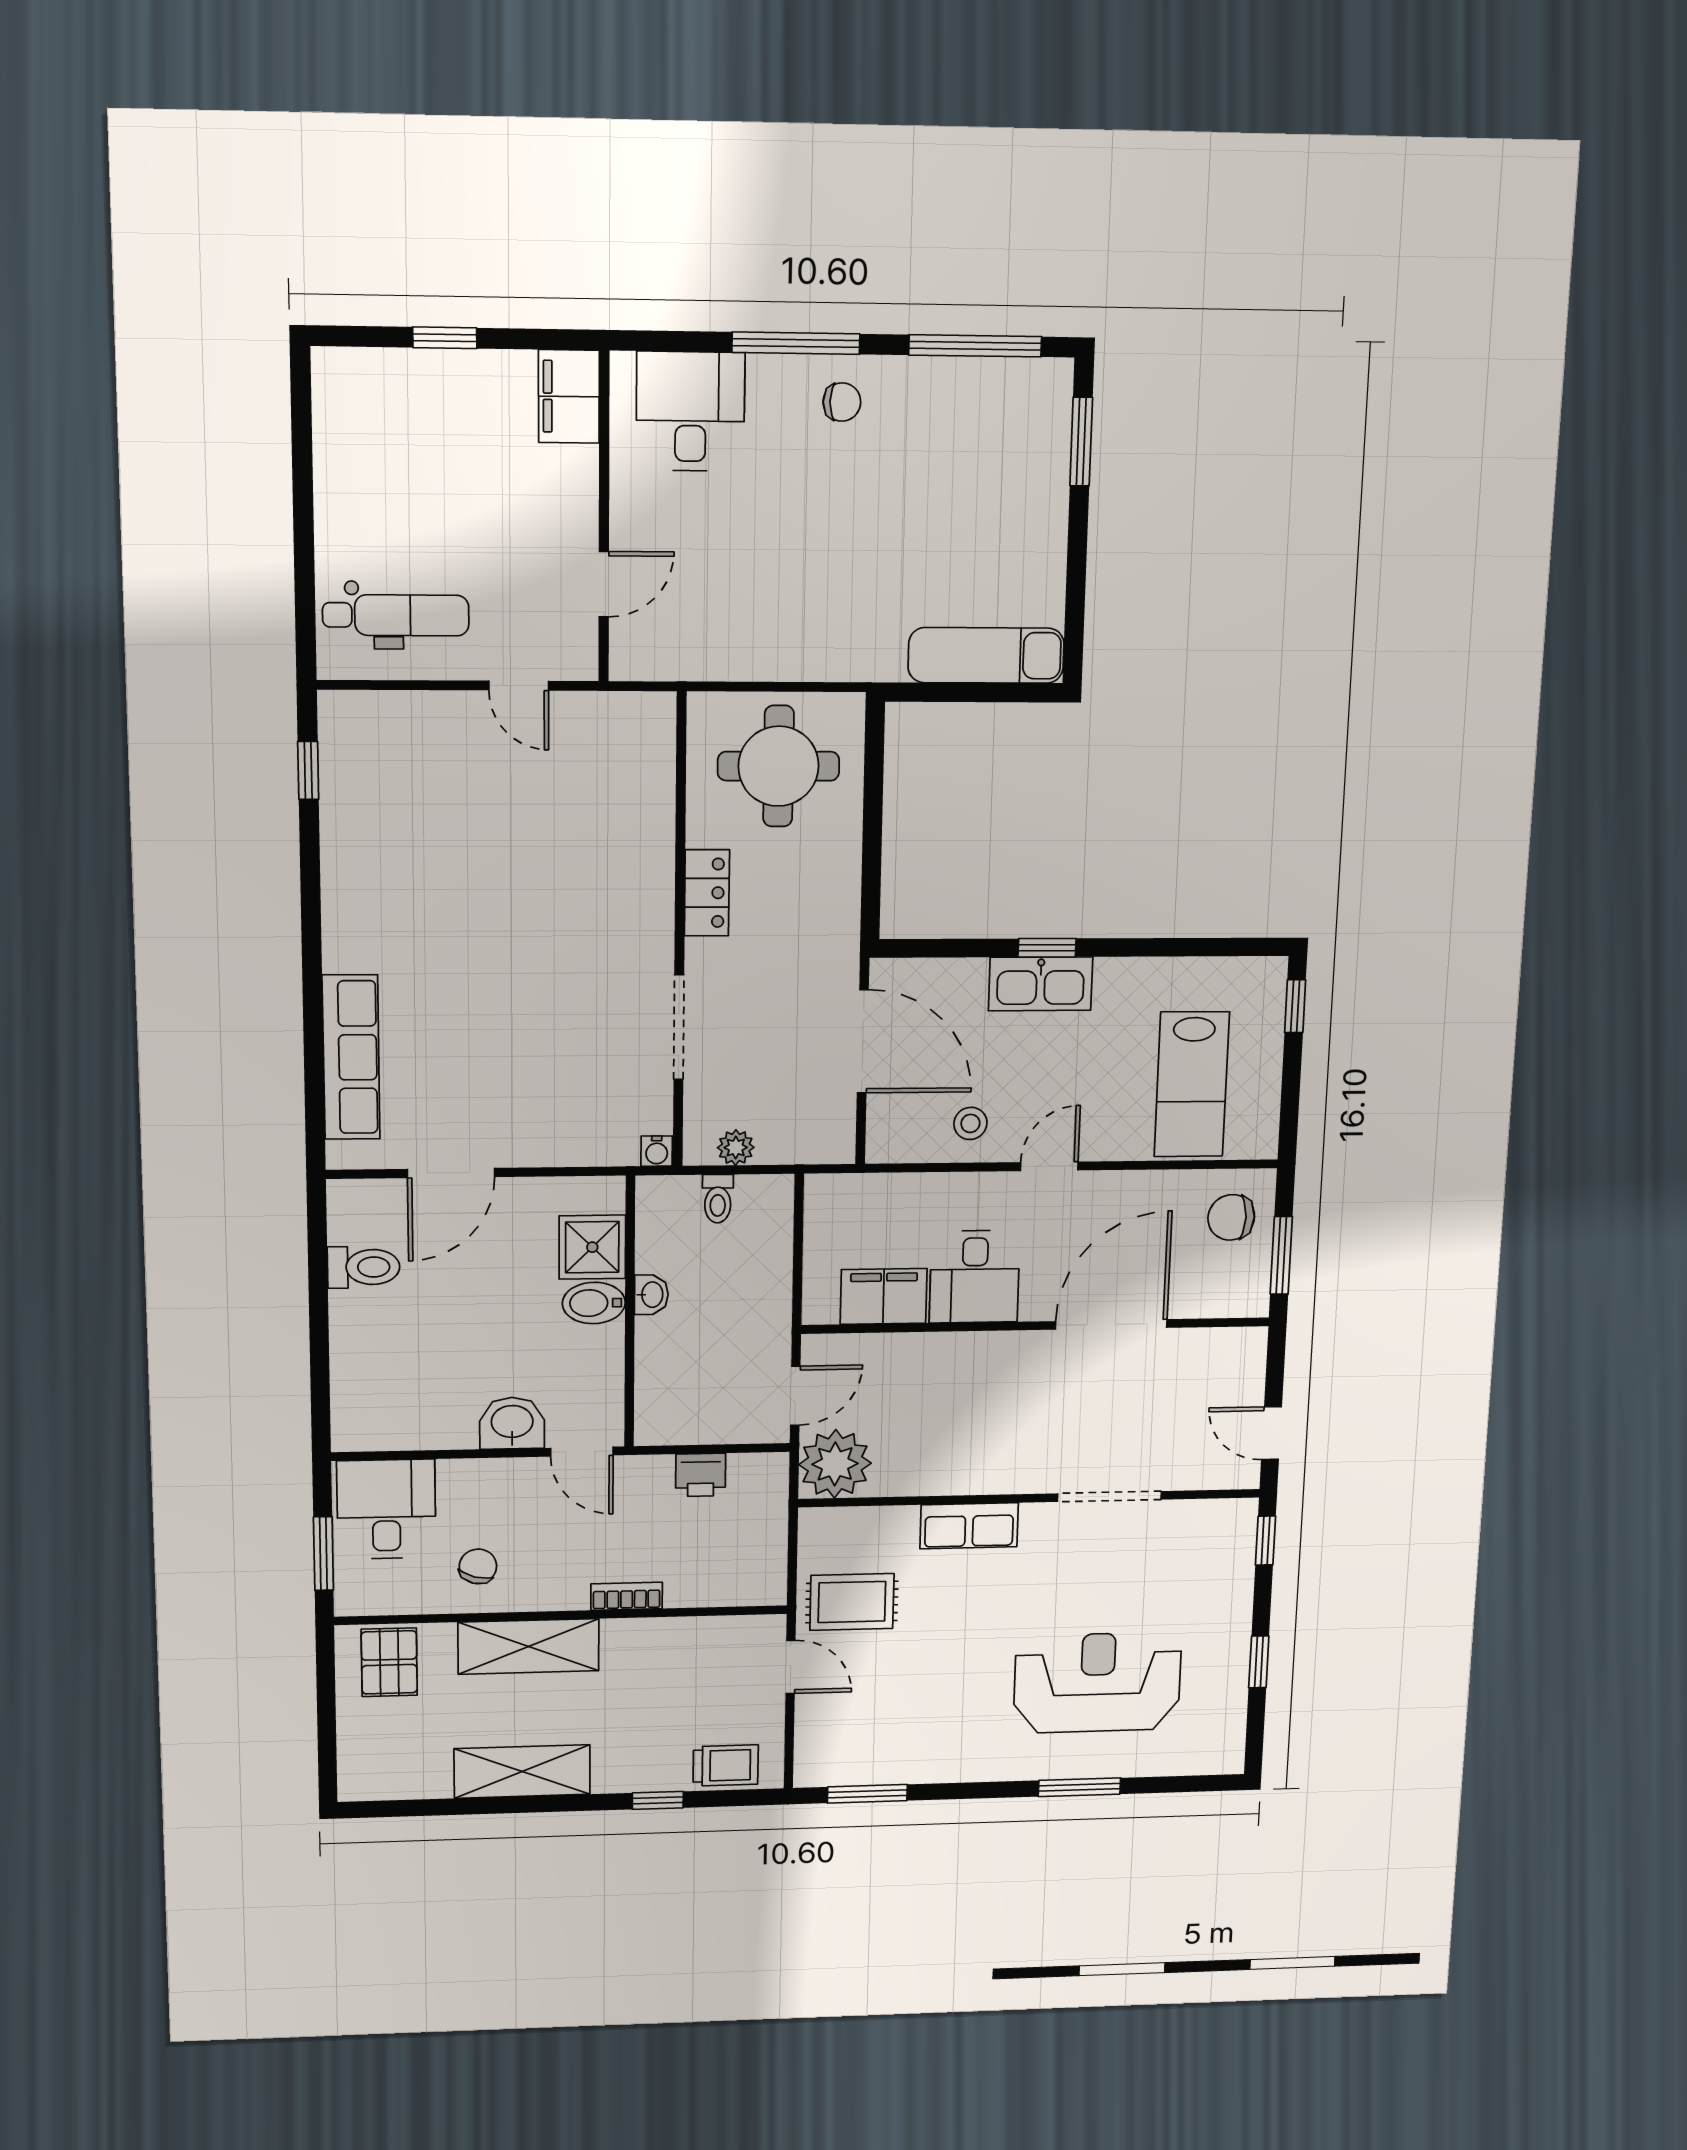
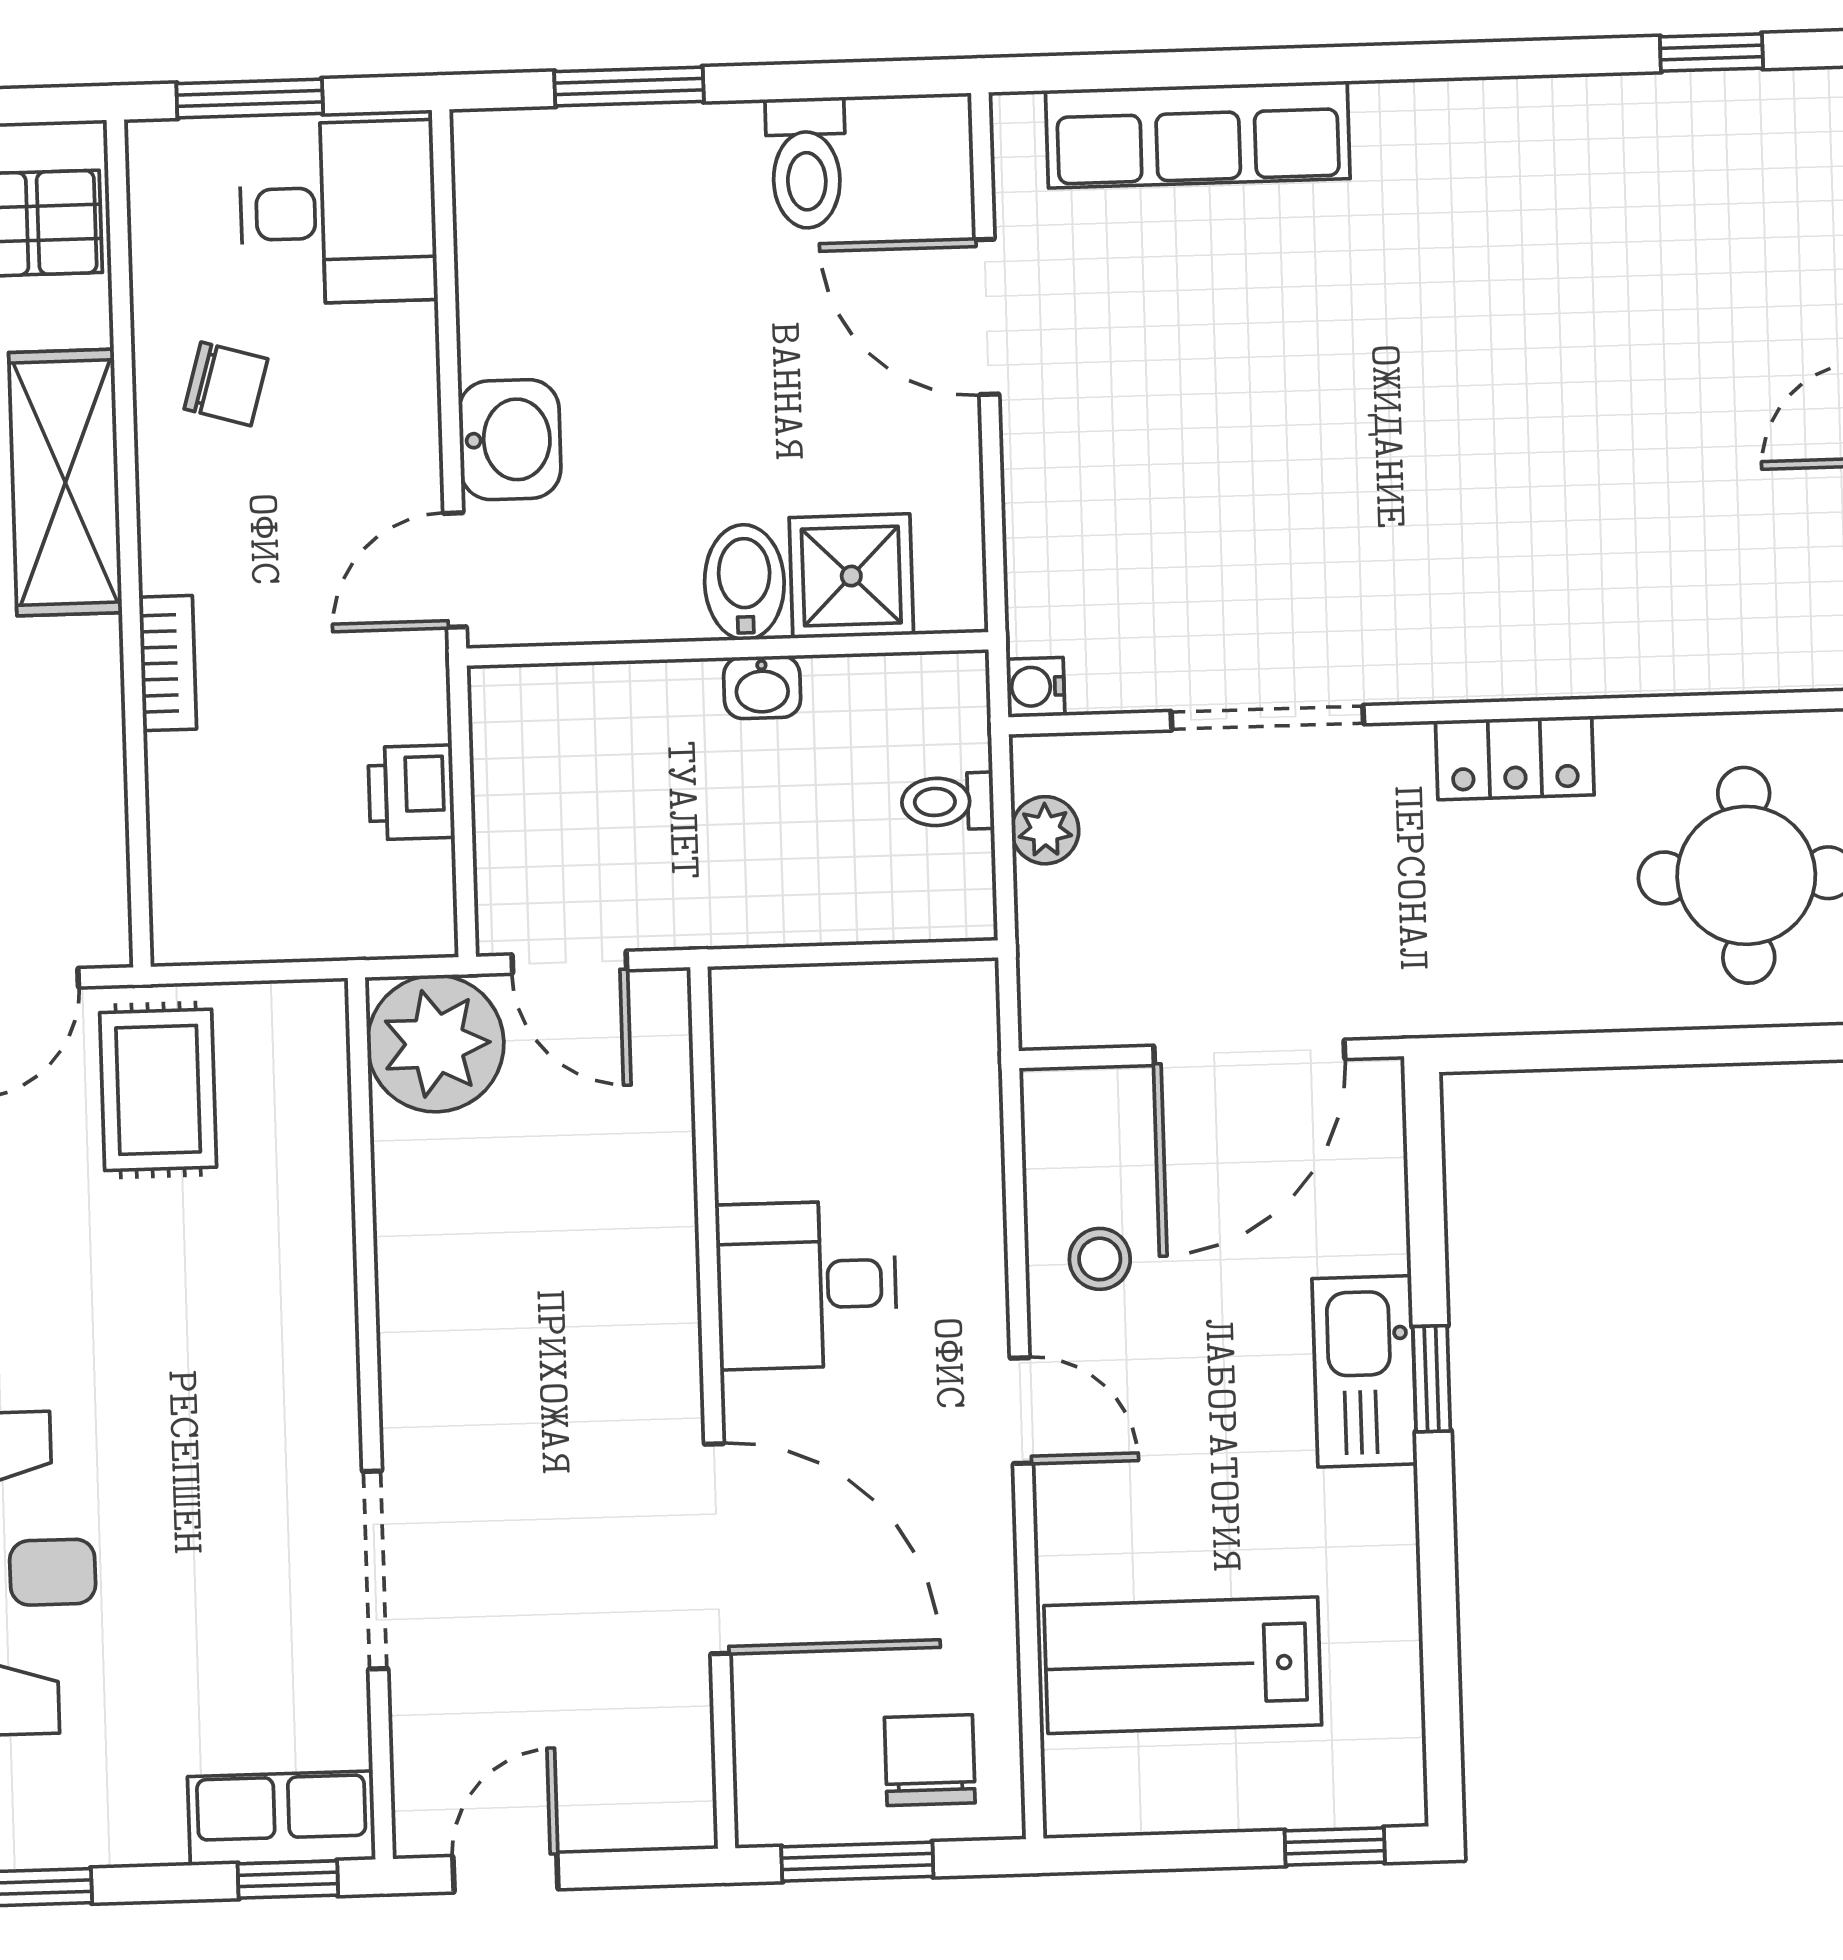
filing cabinet: (884, 1296) -> (765, 1117), removed
window: (320, 1359) -> (629, 87), added
row of seats: (969, 1526) -> (282, 1818), moved, turned 90

